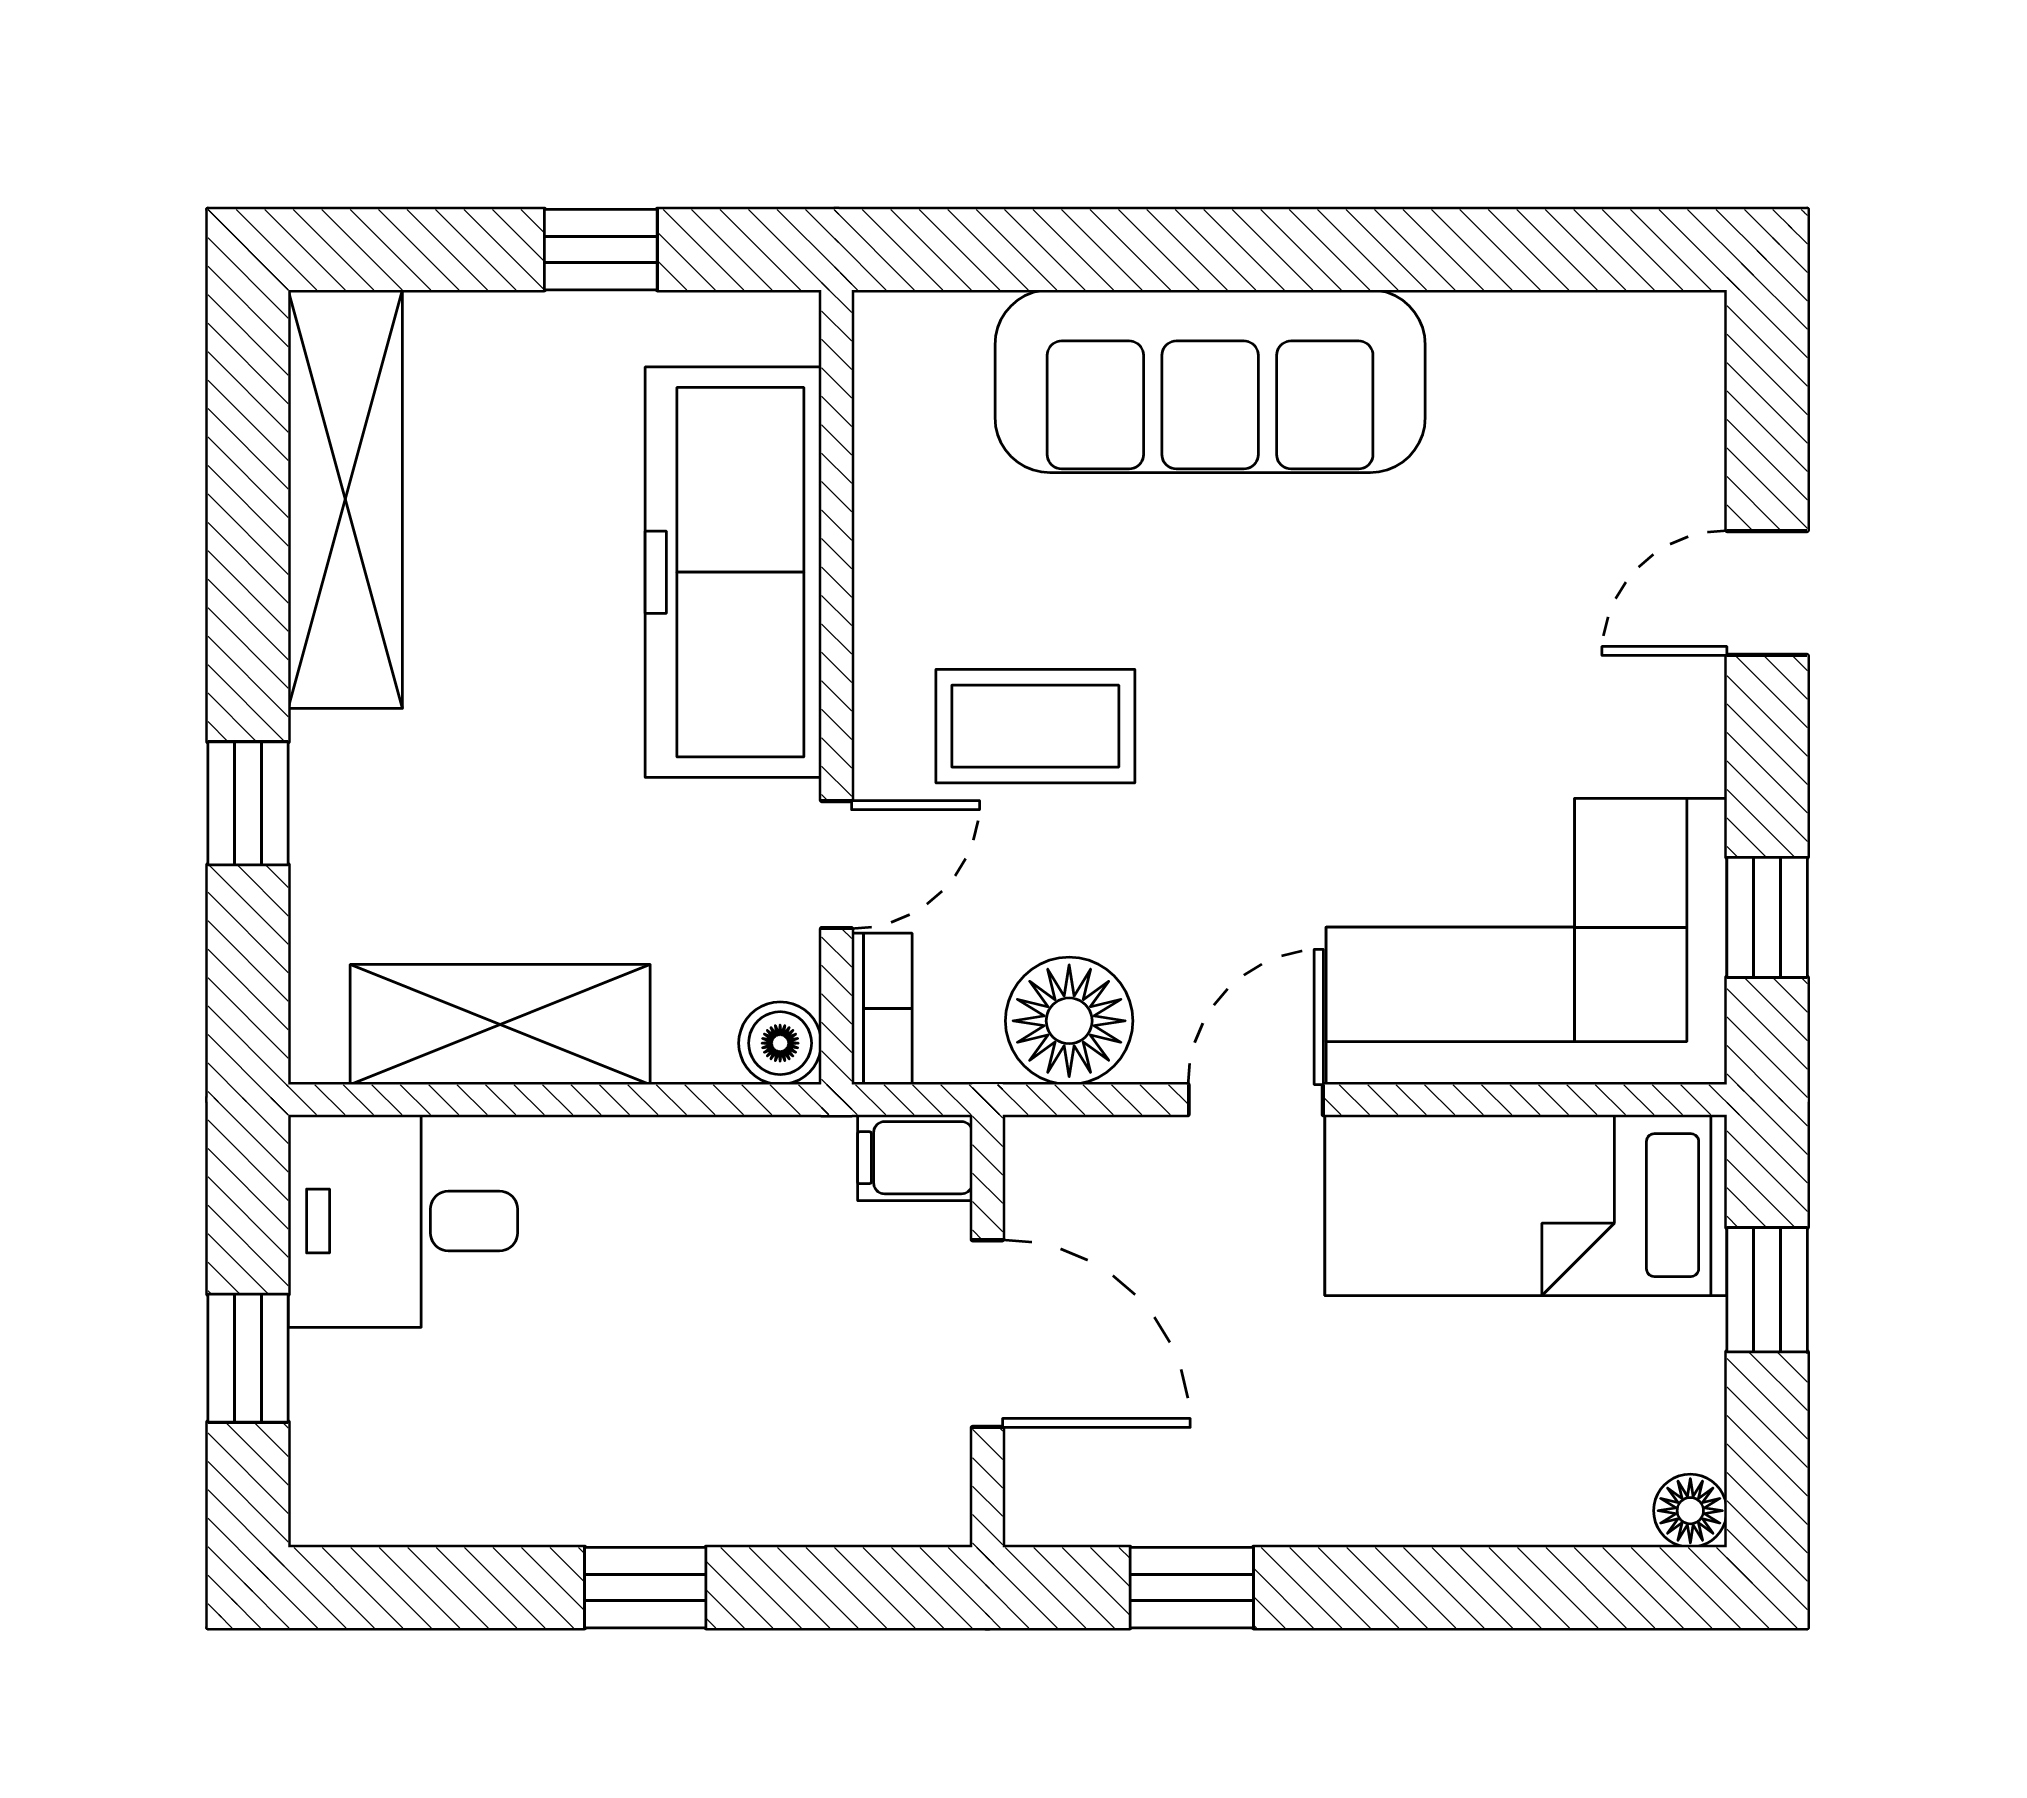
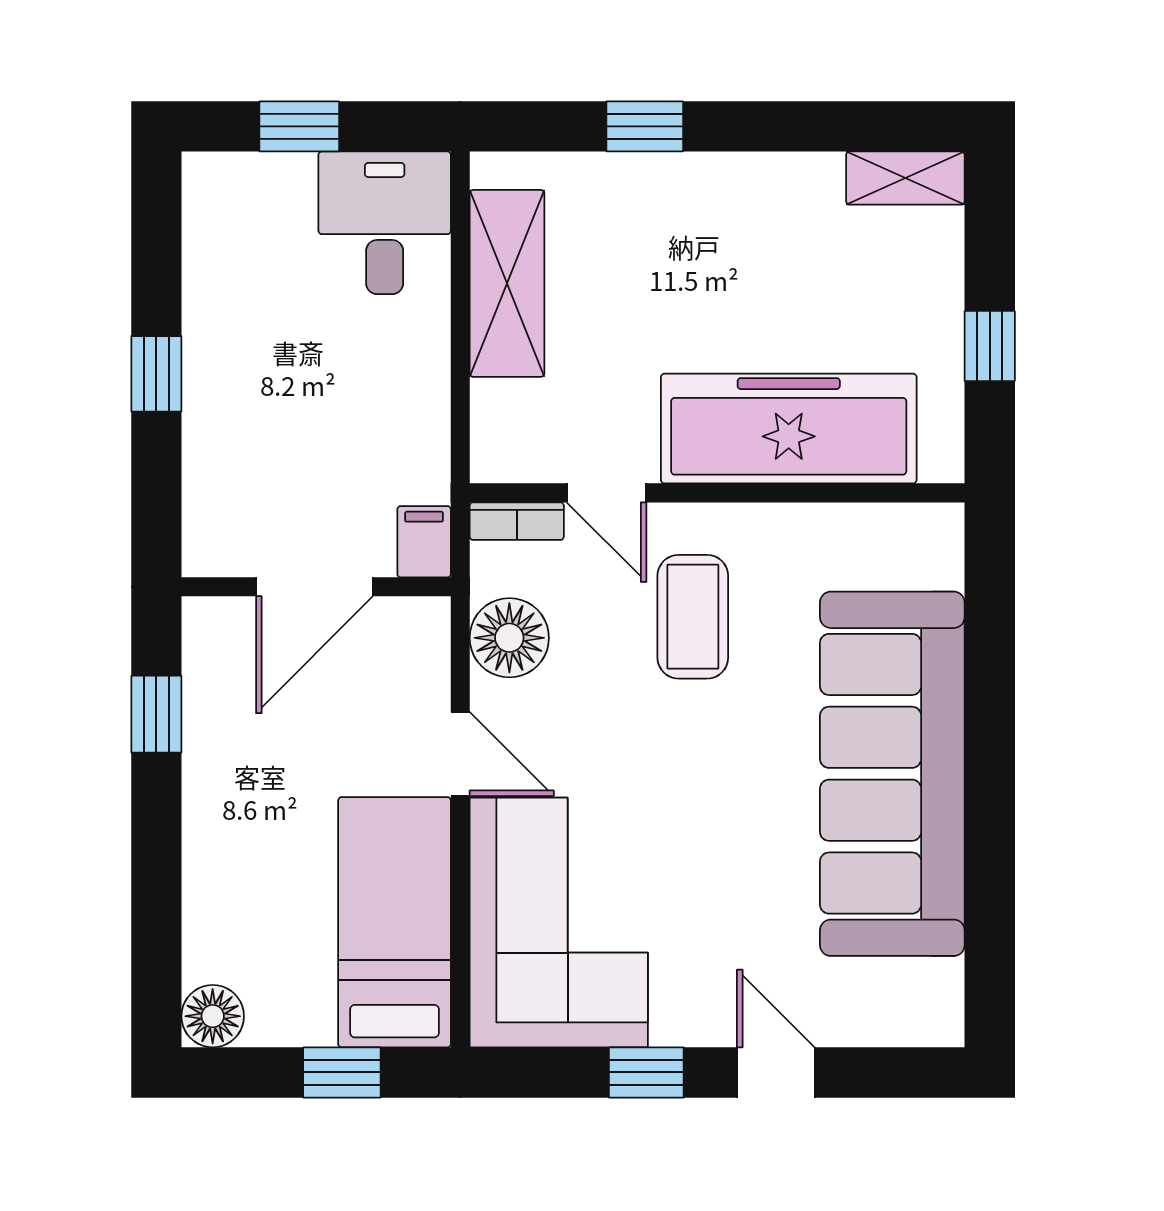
sofa: (1210, 381) -> (892, 774), width x1.36, depth x1.27
shelving: (345, 499) -> (905, 178), width x0.45, depth x0.75
window: (1767, 917) -> (646, 1072), moved
boiler: (780, 1043) -> (495, 458), removed
floor lamp: (1690, 1511) -> (213, 1016), width x1.37, depth x1.37

